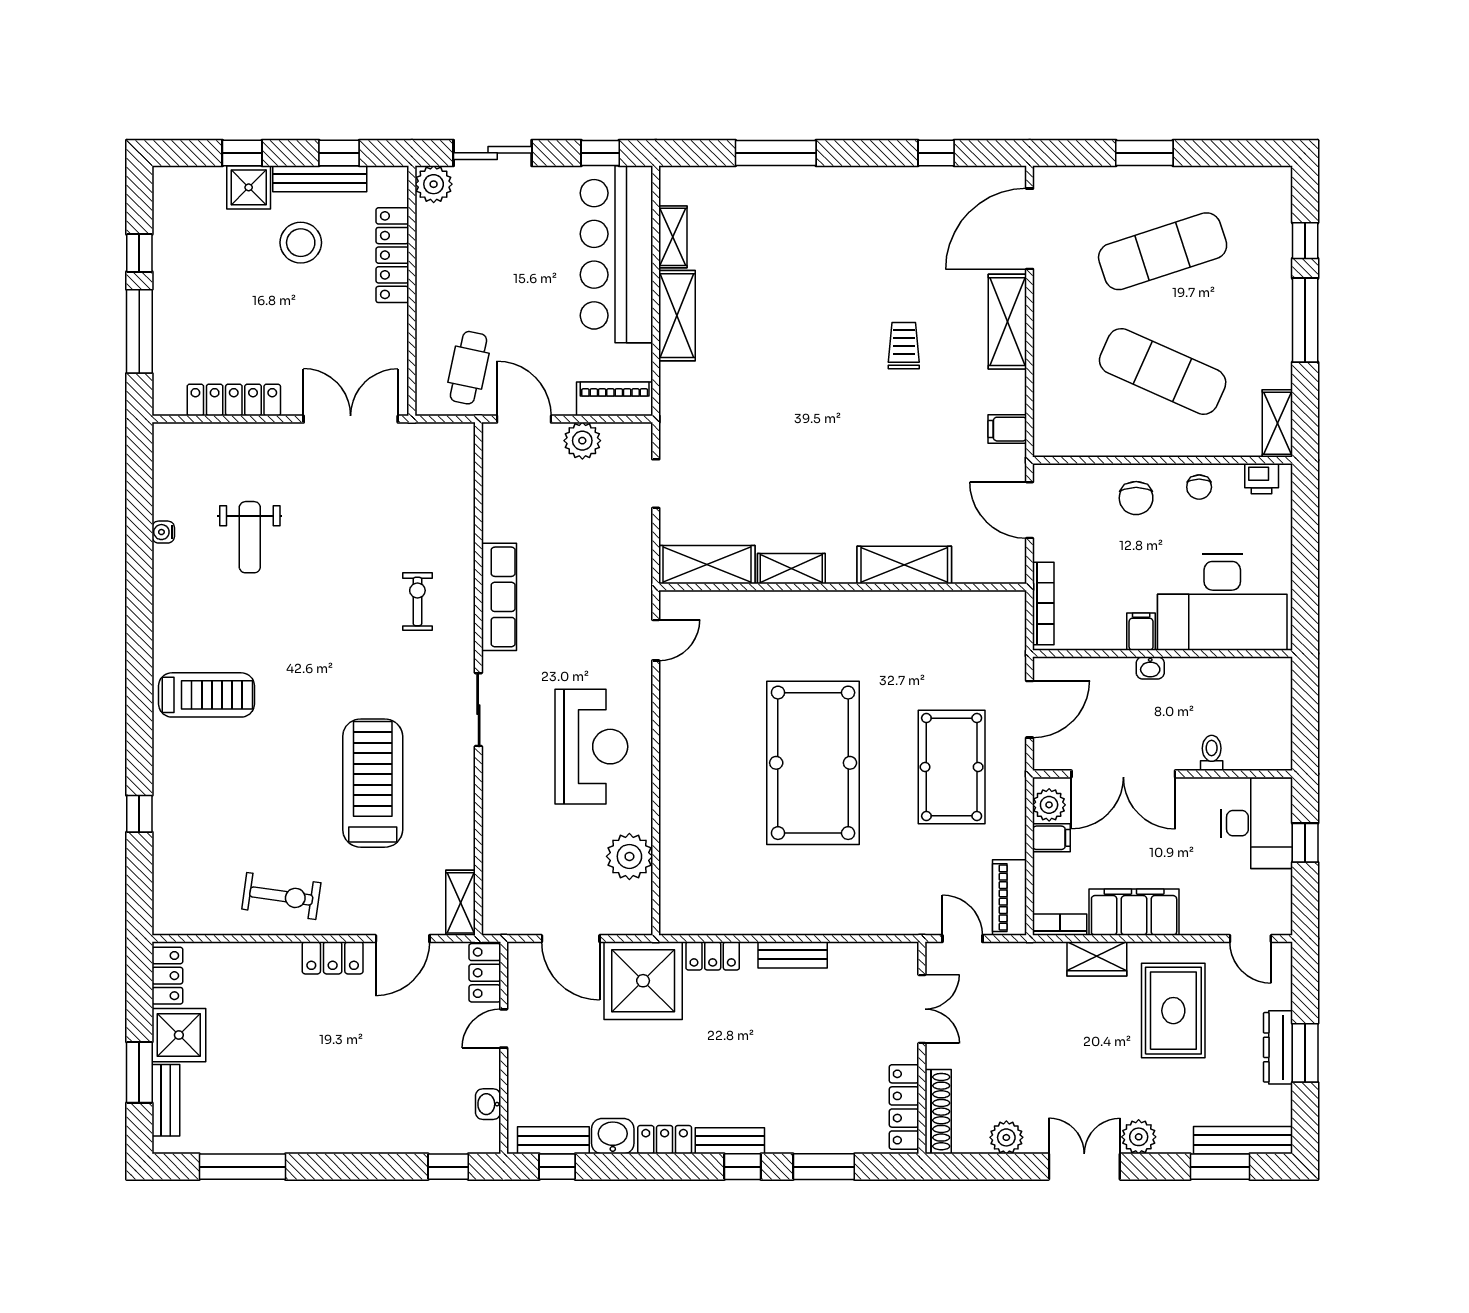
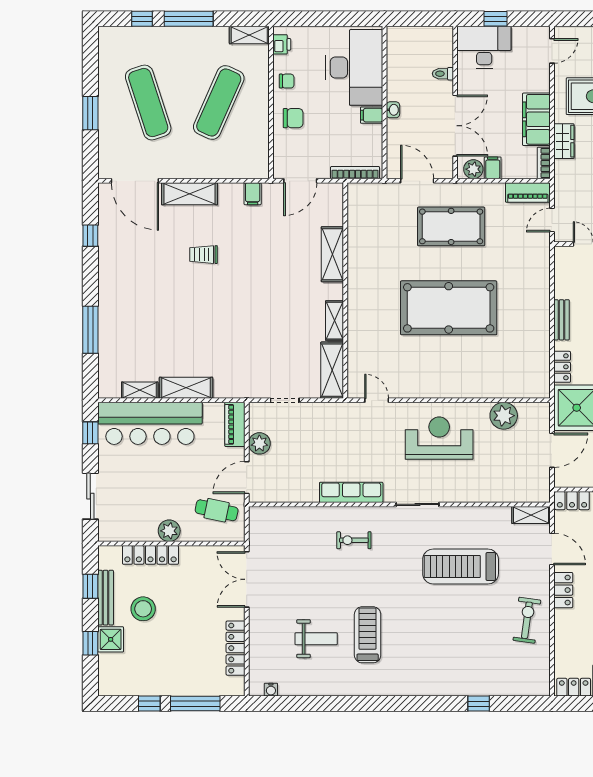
plant: (434, 184) -> (169, 531), moved
water cooler: (163, 532) -> (271, 690), moved
treadmill: (207, 695) -> (368, 635), moved

